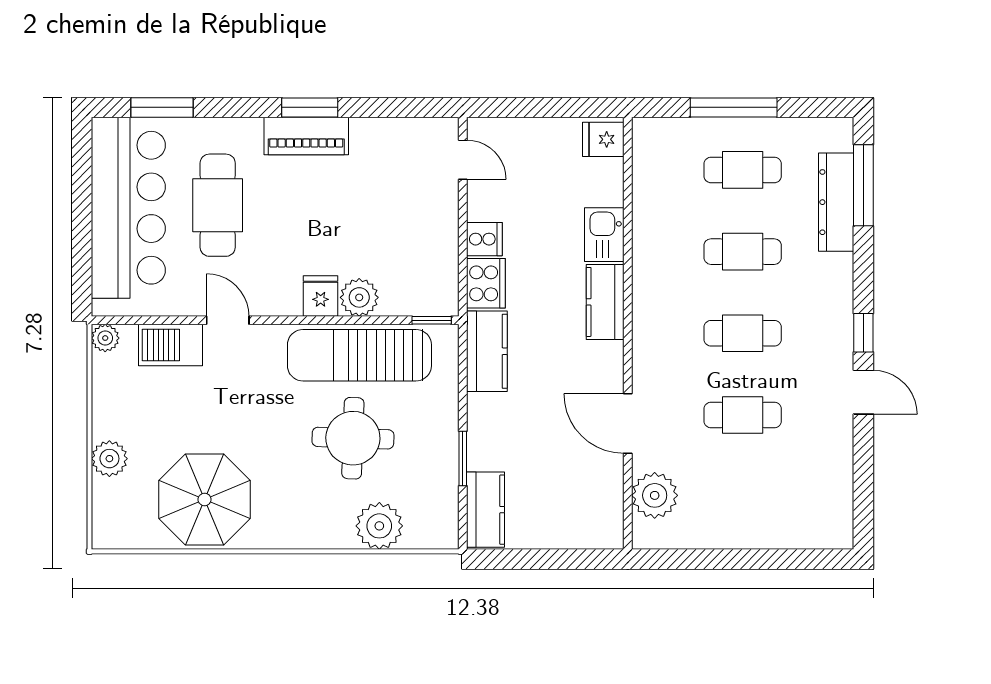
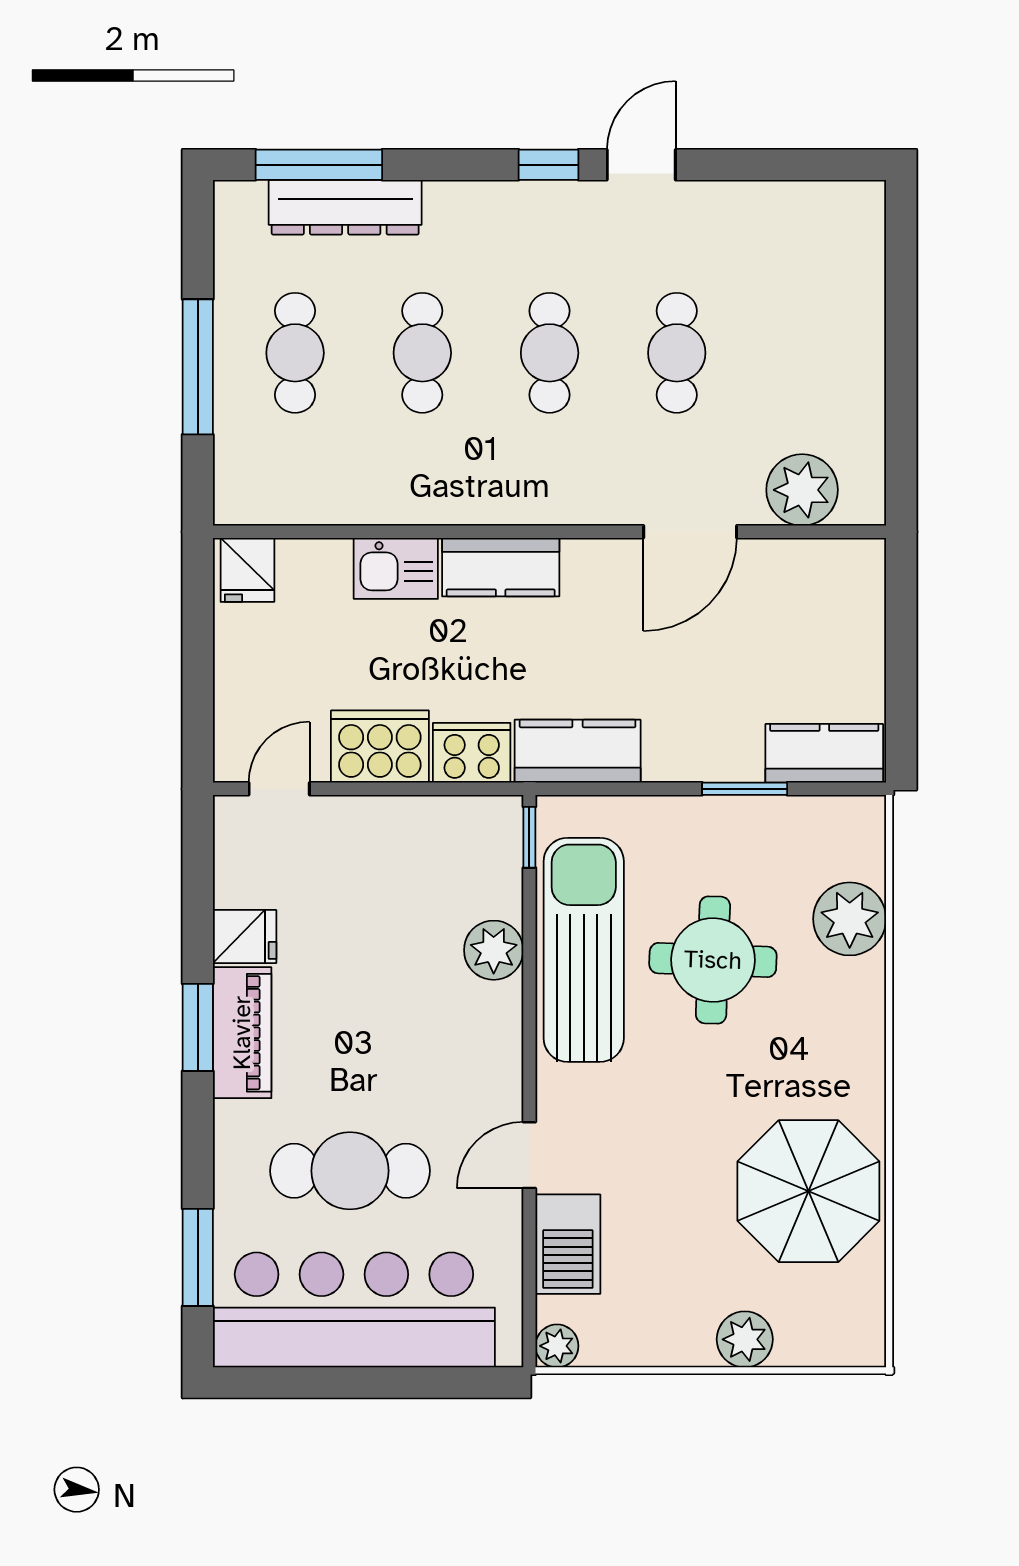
cooker: (484, 239) -> (380, 747), width x1.87, depth x1.31
fridge: (321, 296) -> (245, 937), moved, turned 180
sun lounger: (359, 355) -> (584, 950), turned 180

